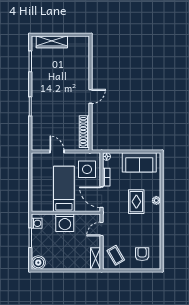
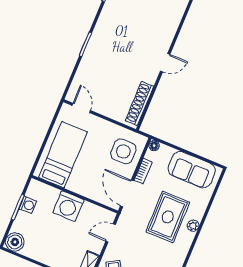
door: (57, 152) -> (81, 108), moved
bed: (64, 189) -> (63, 155), moved
rug: (136, 202) -> (168, 217), width x1.36, depth x1.43
washing machine: (37, 223) -> (28, 205), moved

